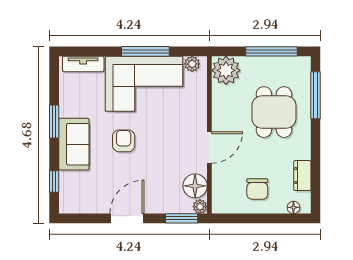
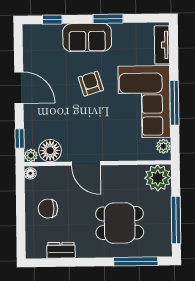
armchair: (124, 141) -> (91, 84), turned -107
floor lamp: (293, 207) -> (30, 173), moved
window: (182, 218) -> (20, 138), width x0.67

